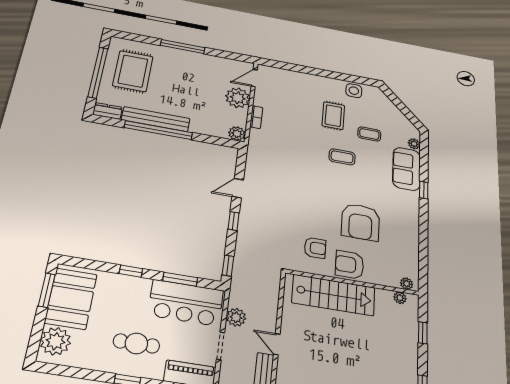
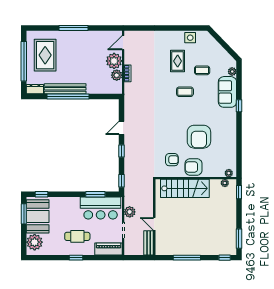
plant: (237, 134) -> (117, 75), moved
window: (131, 271) -> (42, 194), moved
window: (423, 333) -> (239, 192), moved

